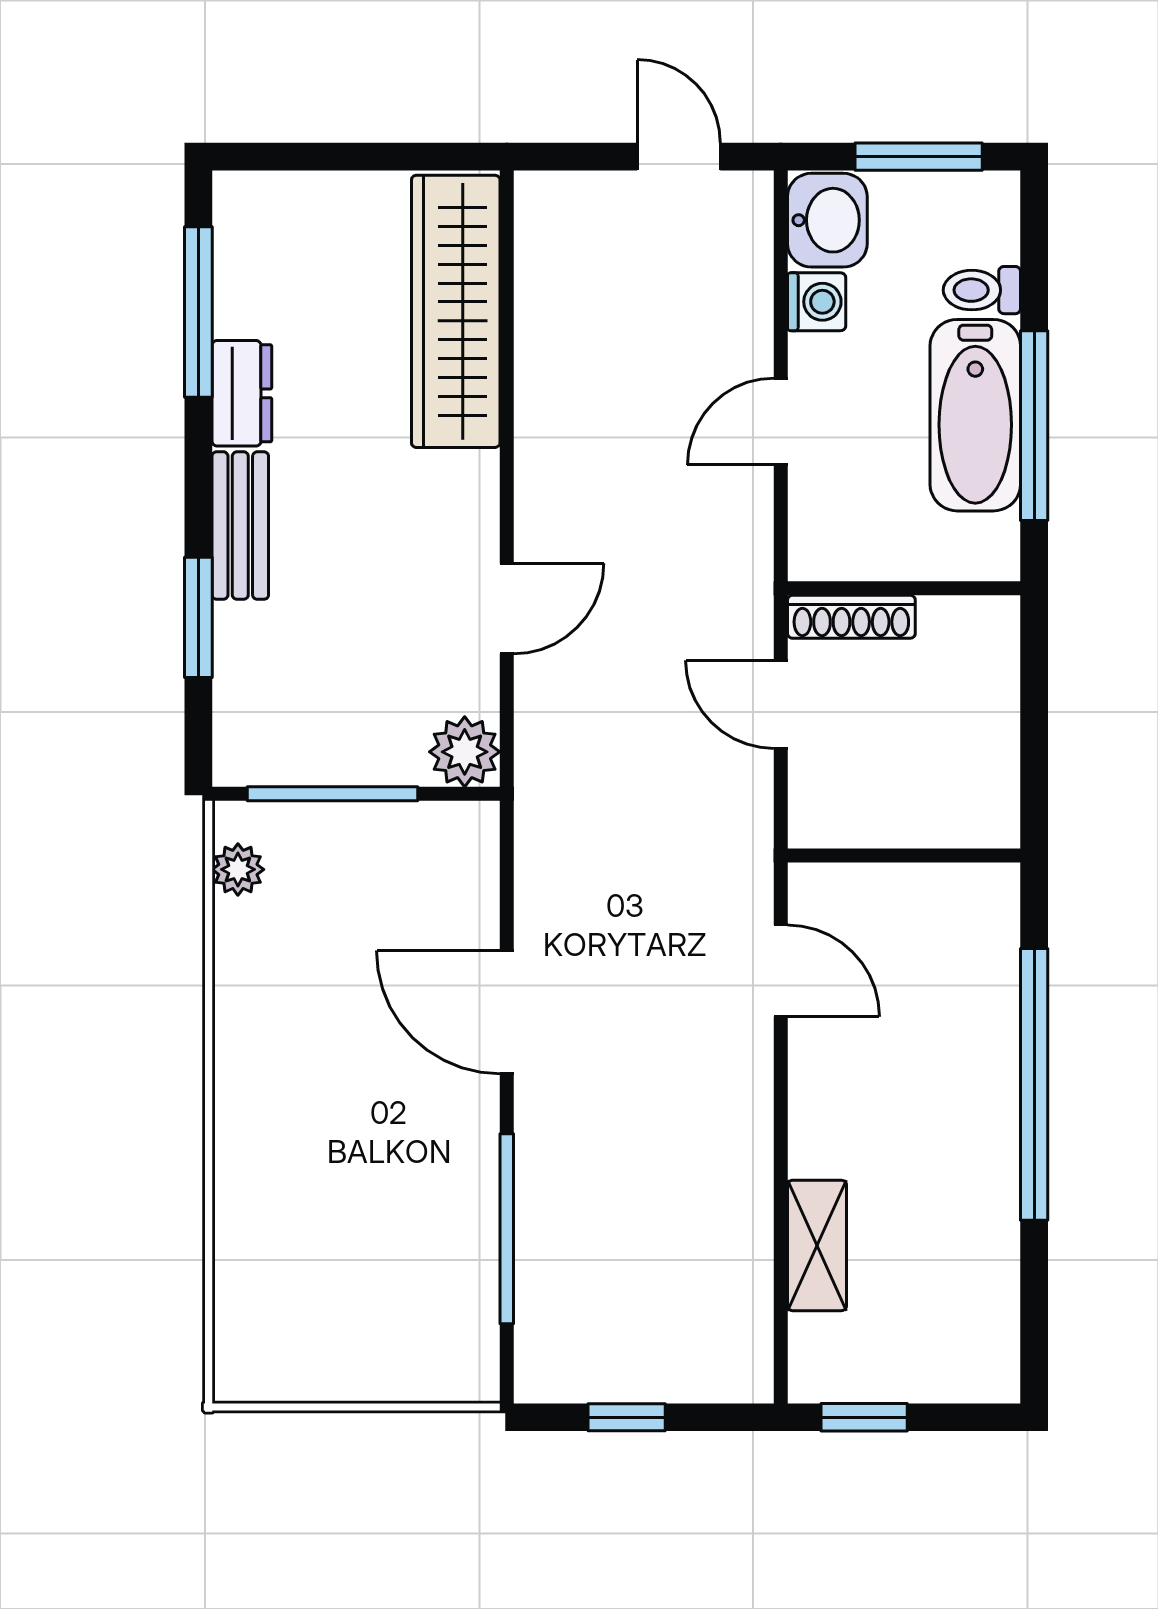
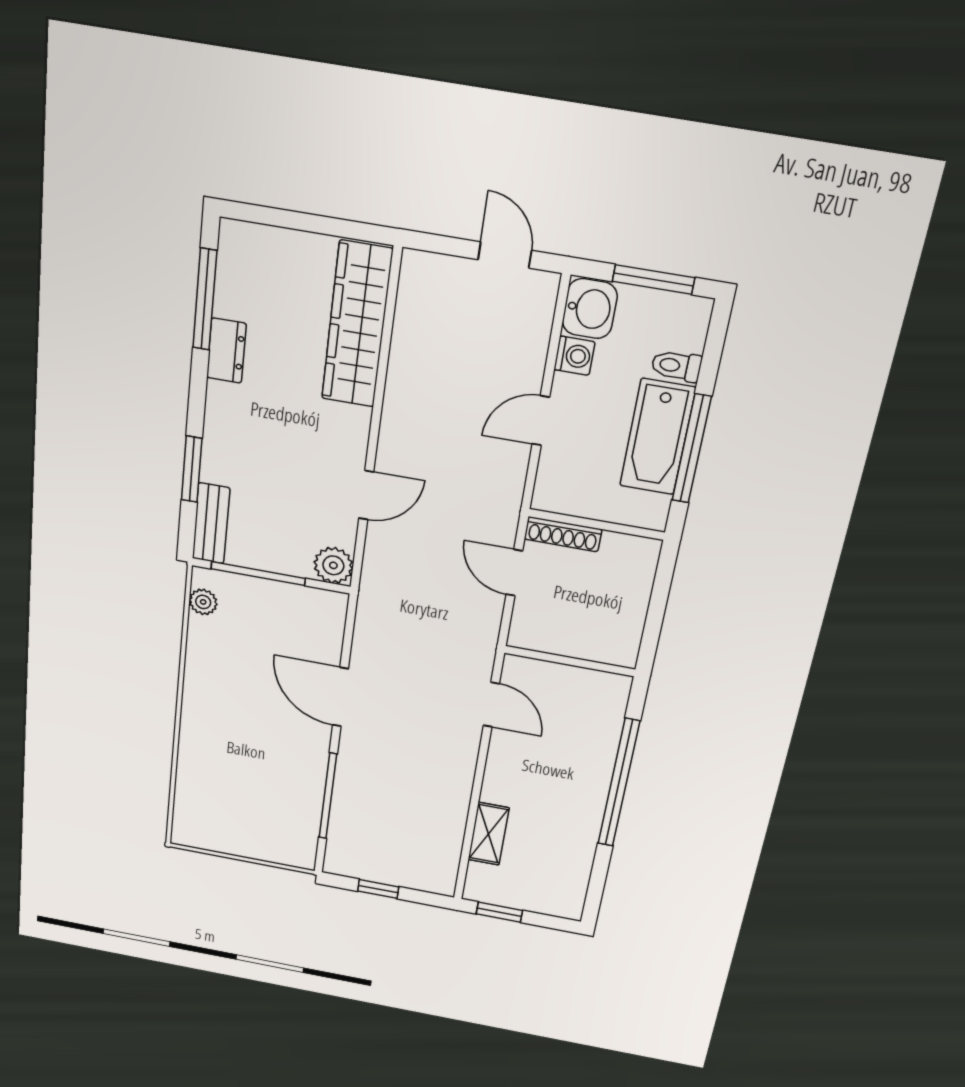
bench: (240, 526) -> (211, 523), moved

